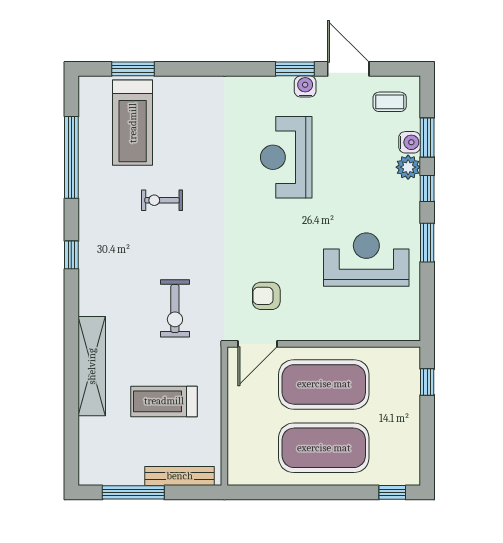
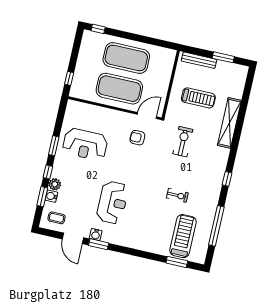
armchair: (266, 296) -> (137, 138), turned 180
window: (133, 492) -> (223, 57), width x0.69

